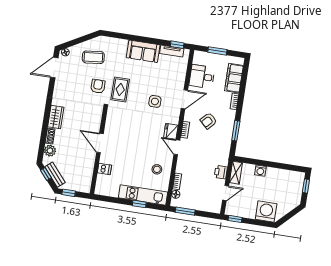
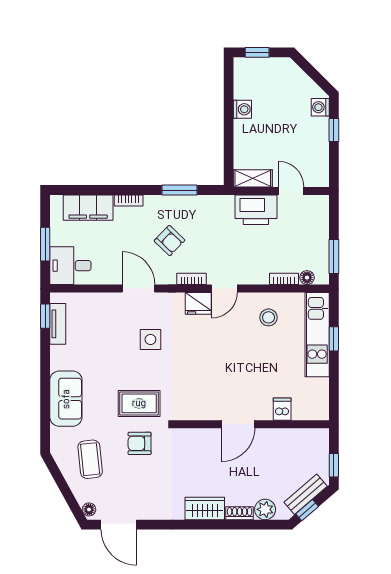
sofa: (143, 51) -> (66, 399), moved
desk: (202, 77) -> (70, 266), moved, turned 90
washing machine: (260, 171) -> (242, 109), moved
printer: (221, 172) -> (256, 210), width x1.87, depth x1.48
washing machine: (266, 211) -> (320, 107), width x0.53, depth x0.53
window: (235, 219) -> (334, 130), moved

